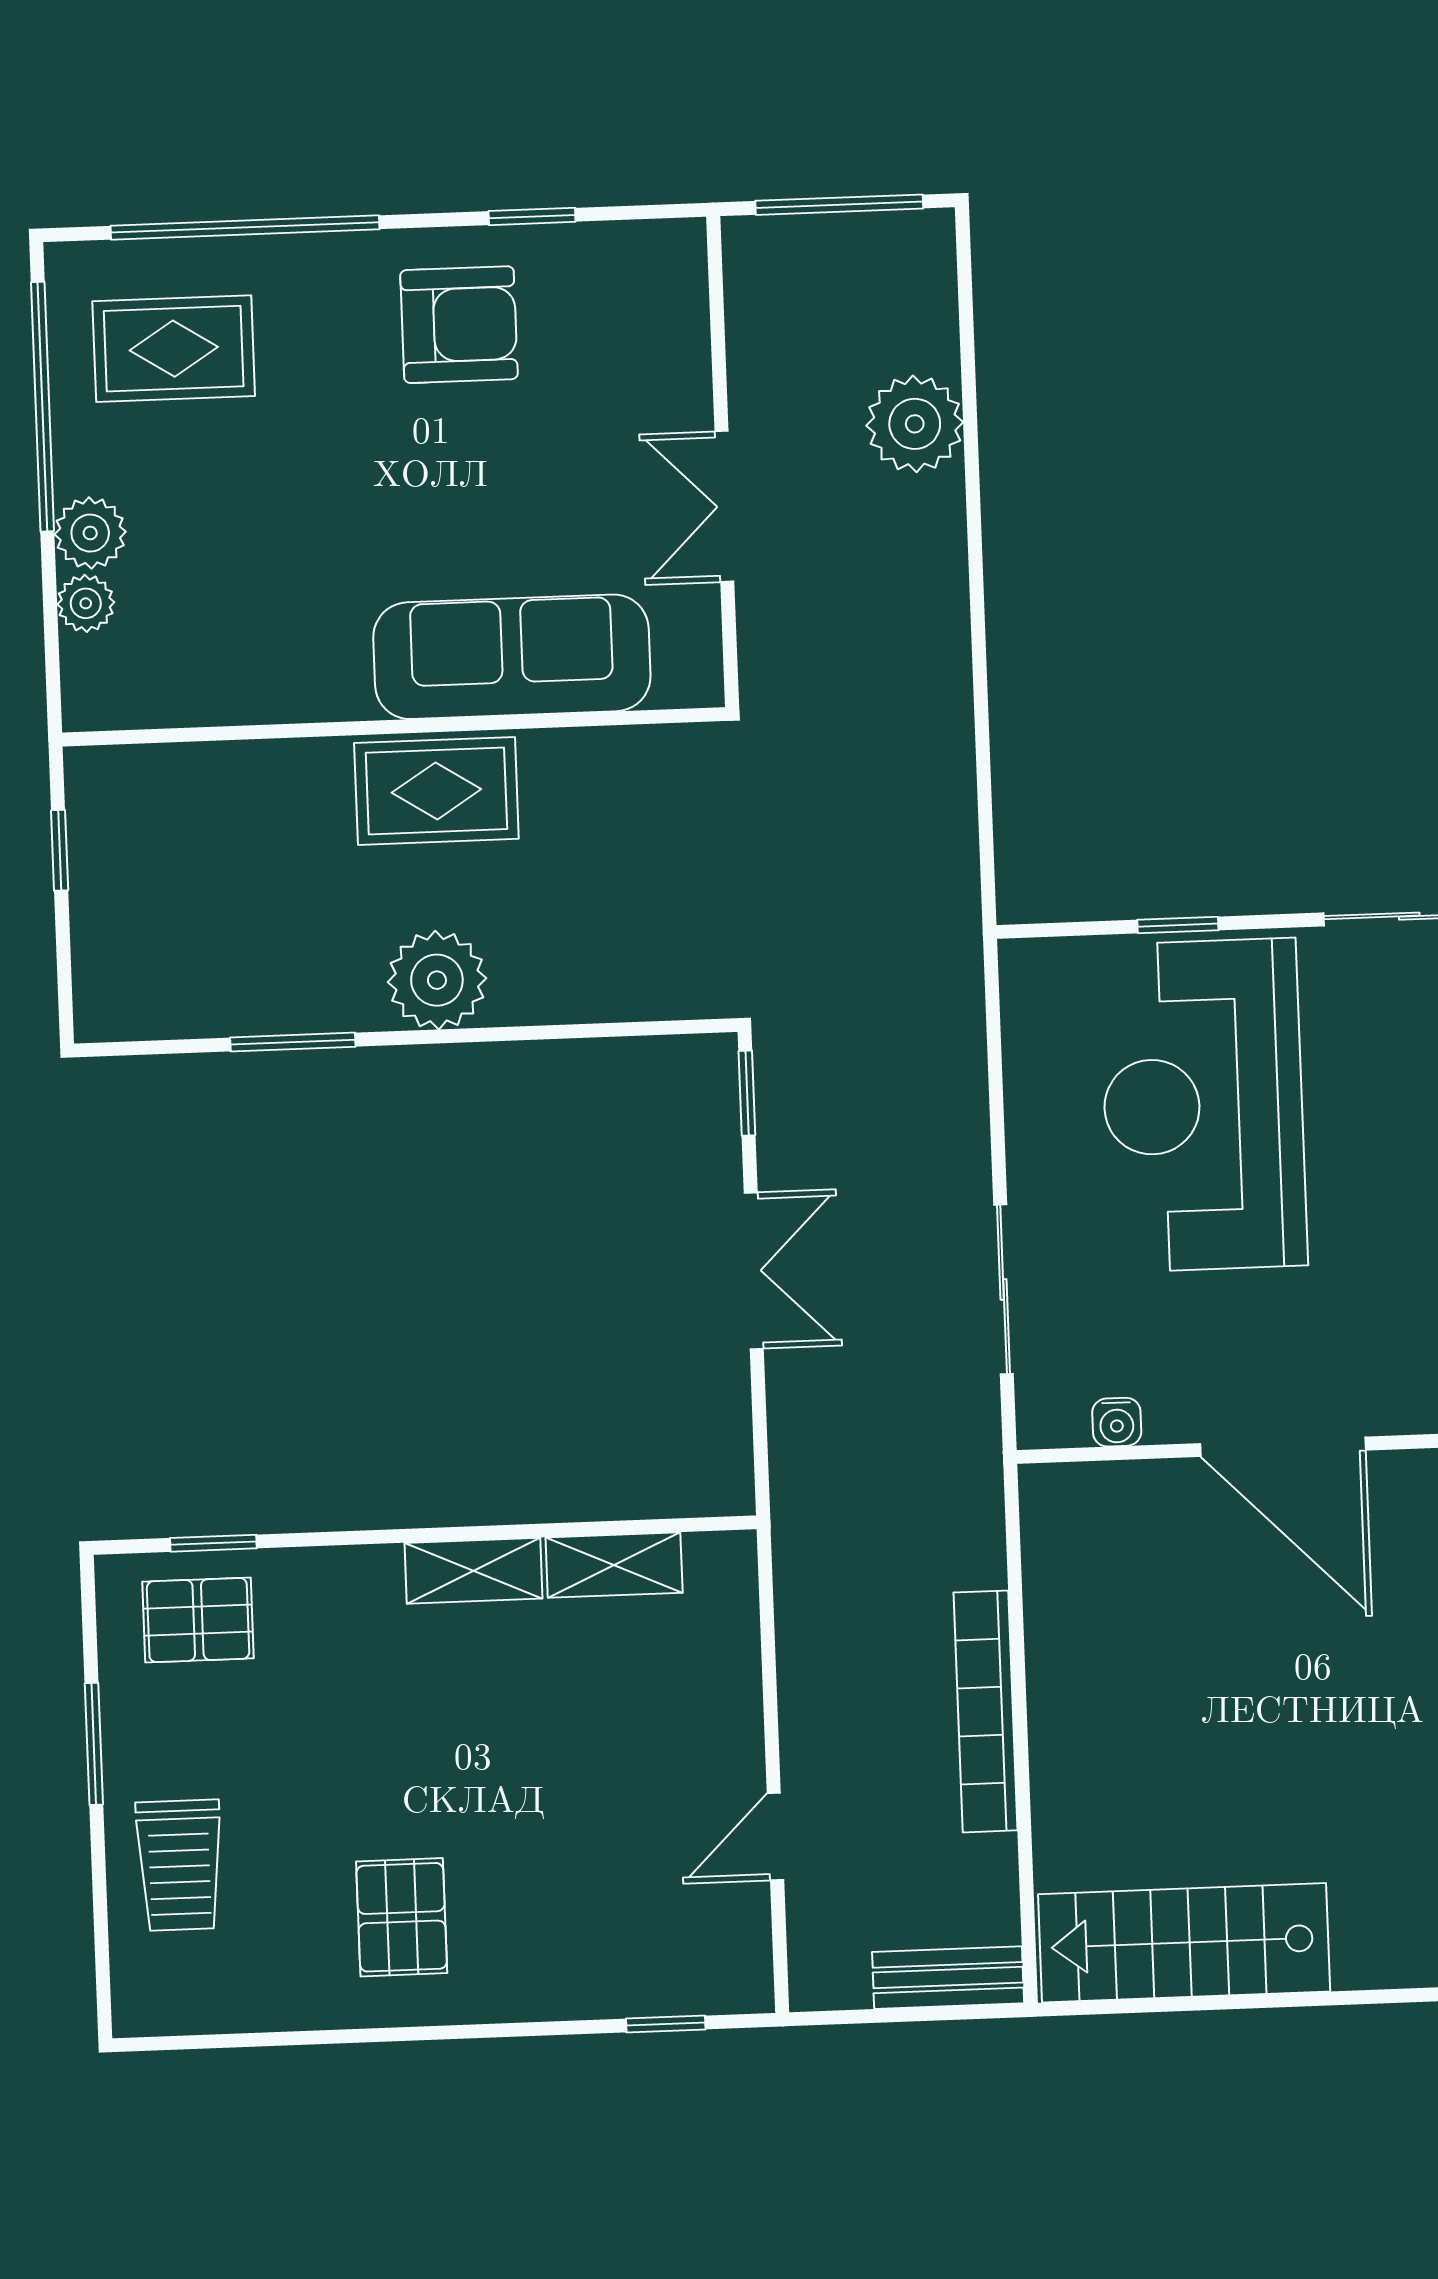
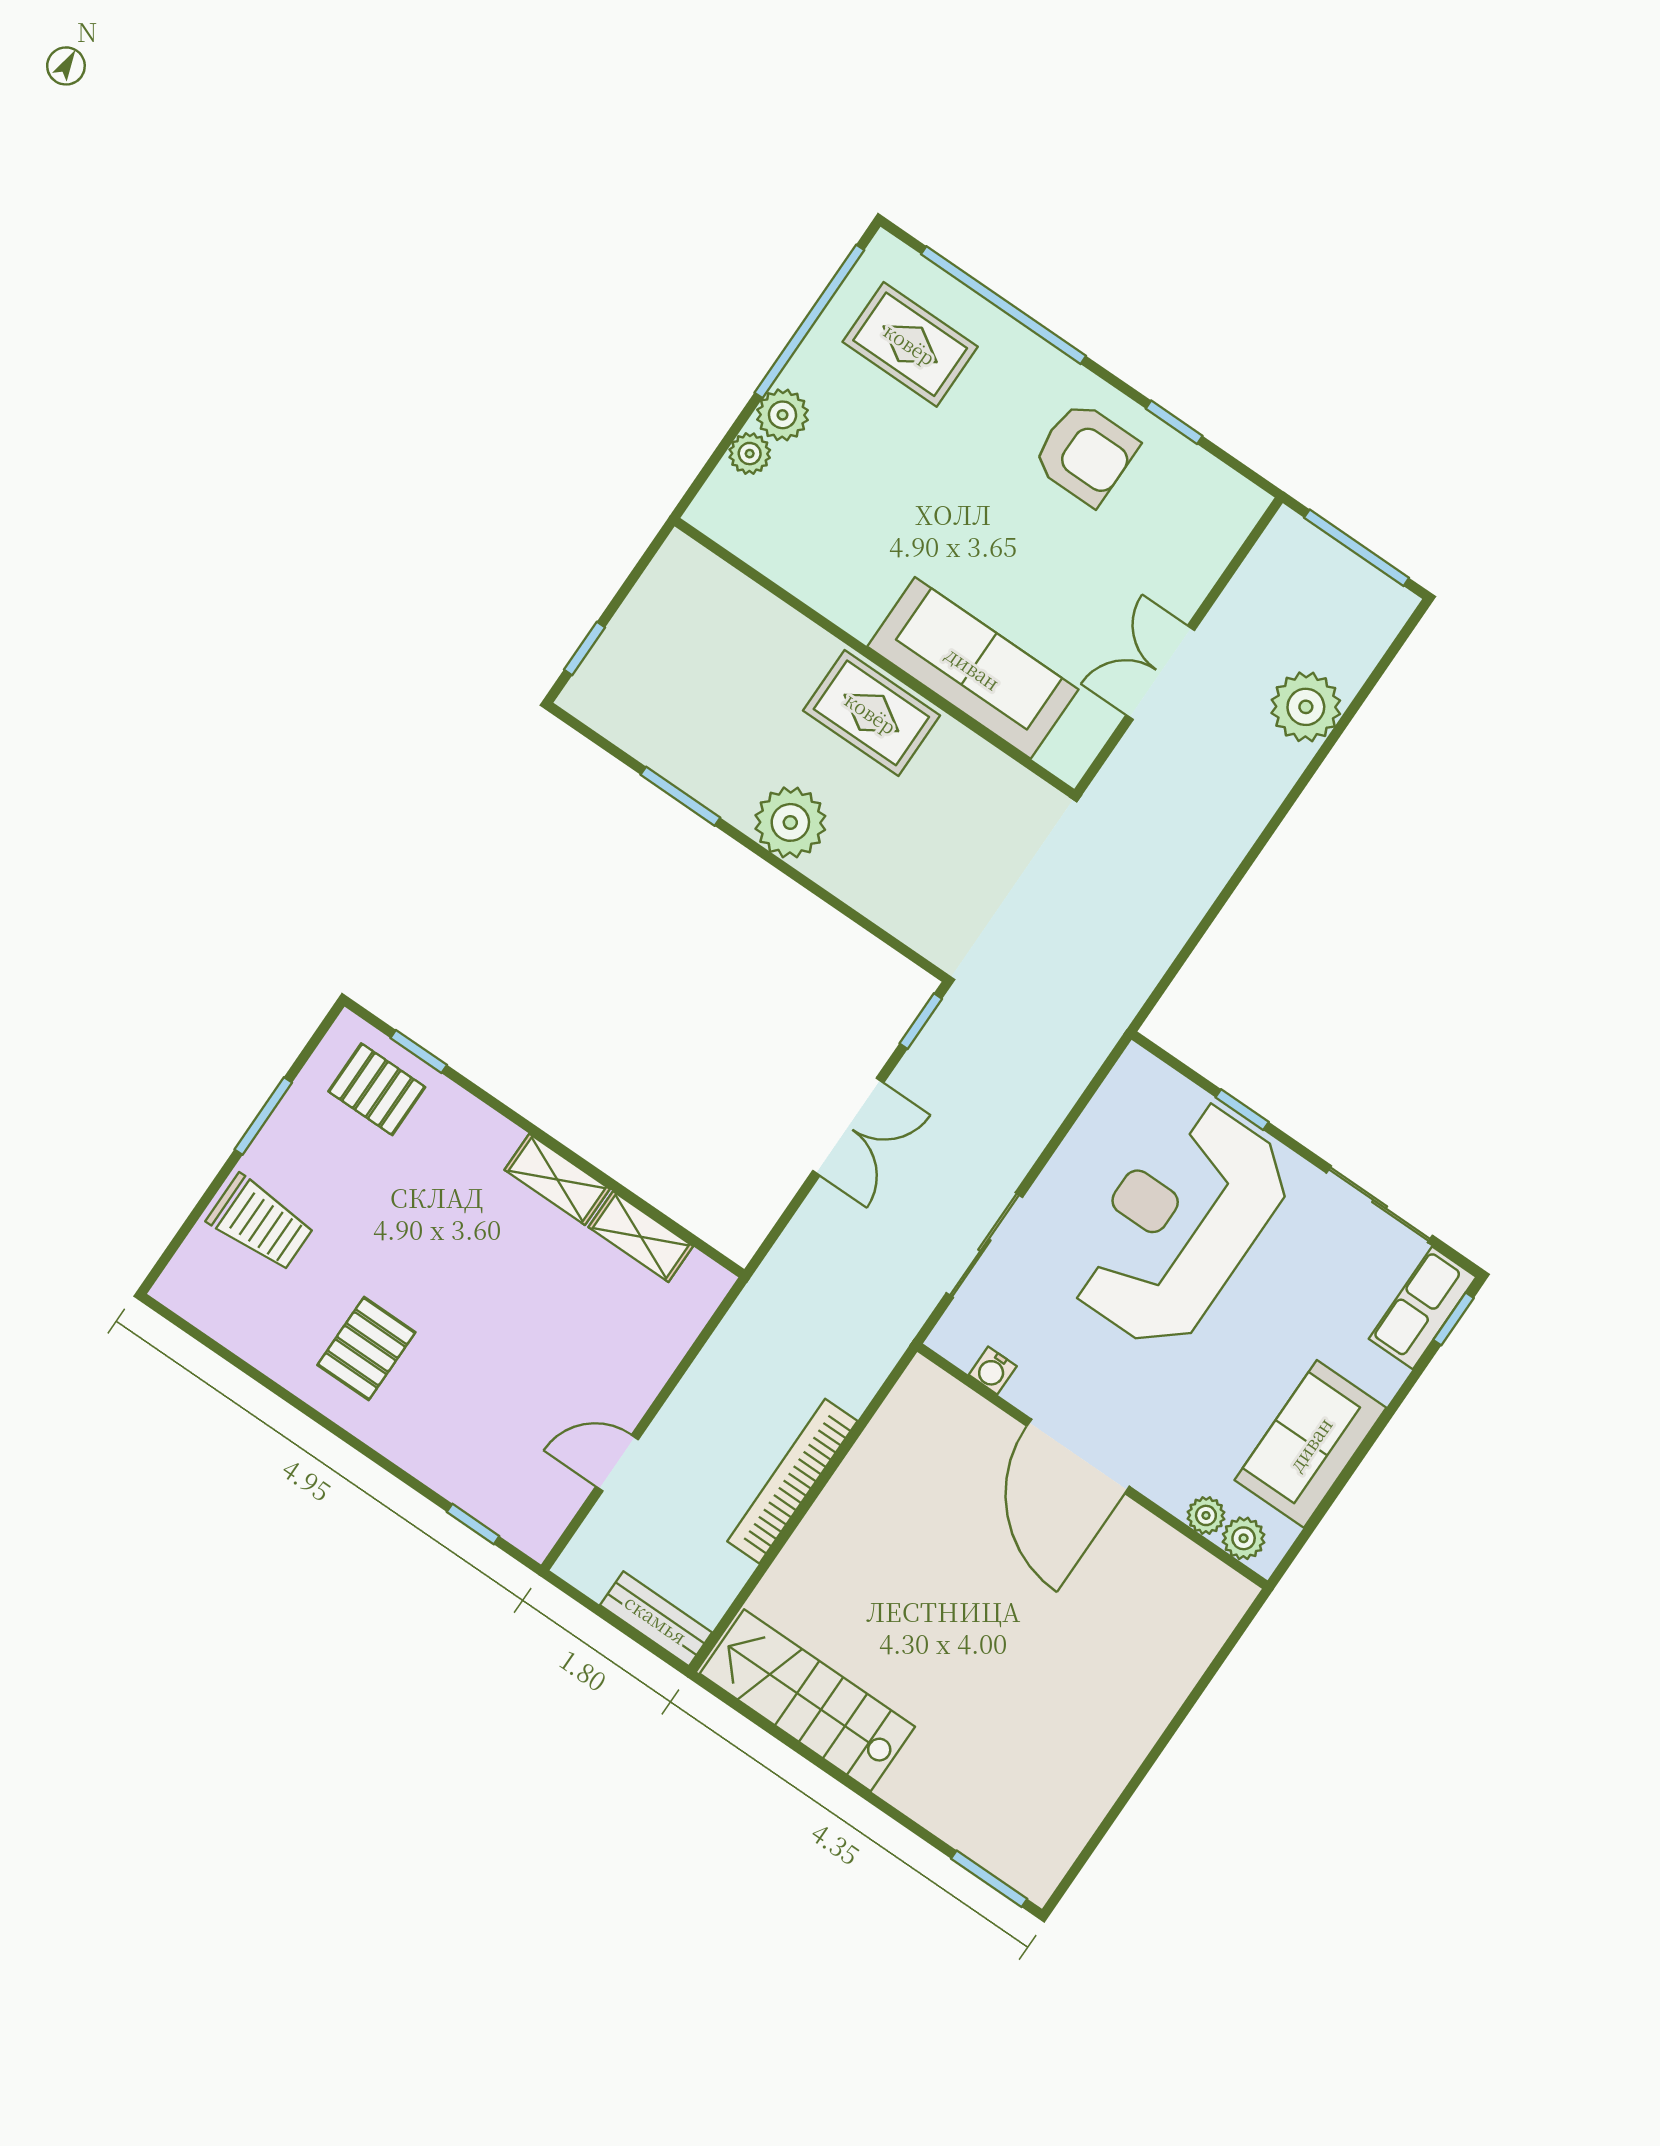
window: (60, 850) -> (585, 648), moved
trolley: (180, 1865) -> (261, 1223), turned -90

